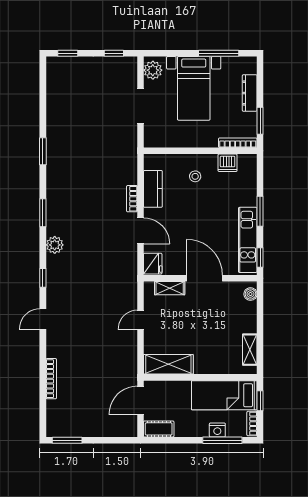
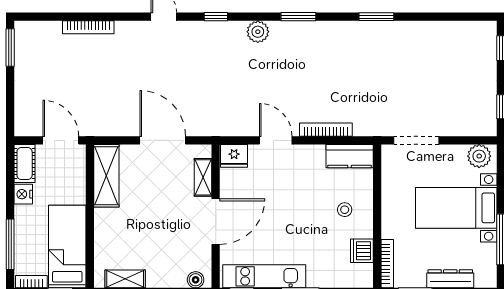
doorway: (140, 106) -> (416, 140), moved
kitchen counter: (153, 189) -> (350, 156), moved
bookcase: (132, 199) -> (326, 130), width x1.56
door: (140, 231) -> (276, 140), swing flipped
door: (140, 320) -> (163, 140), width x1.87
nightstand: (217, 430) -> (23, 194), moved

